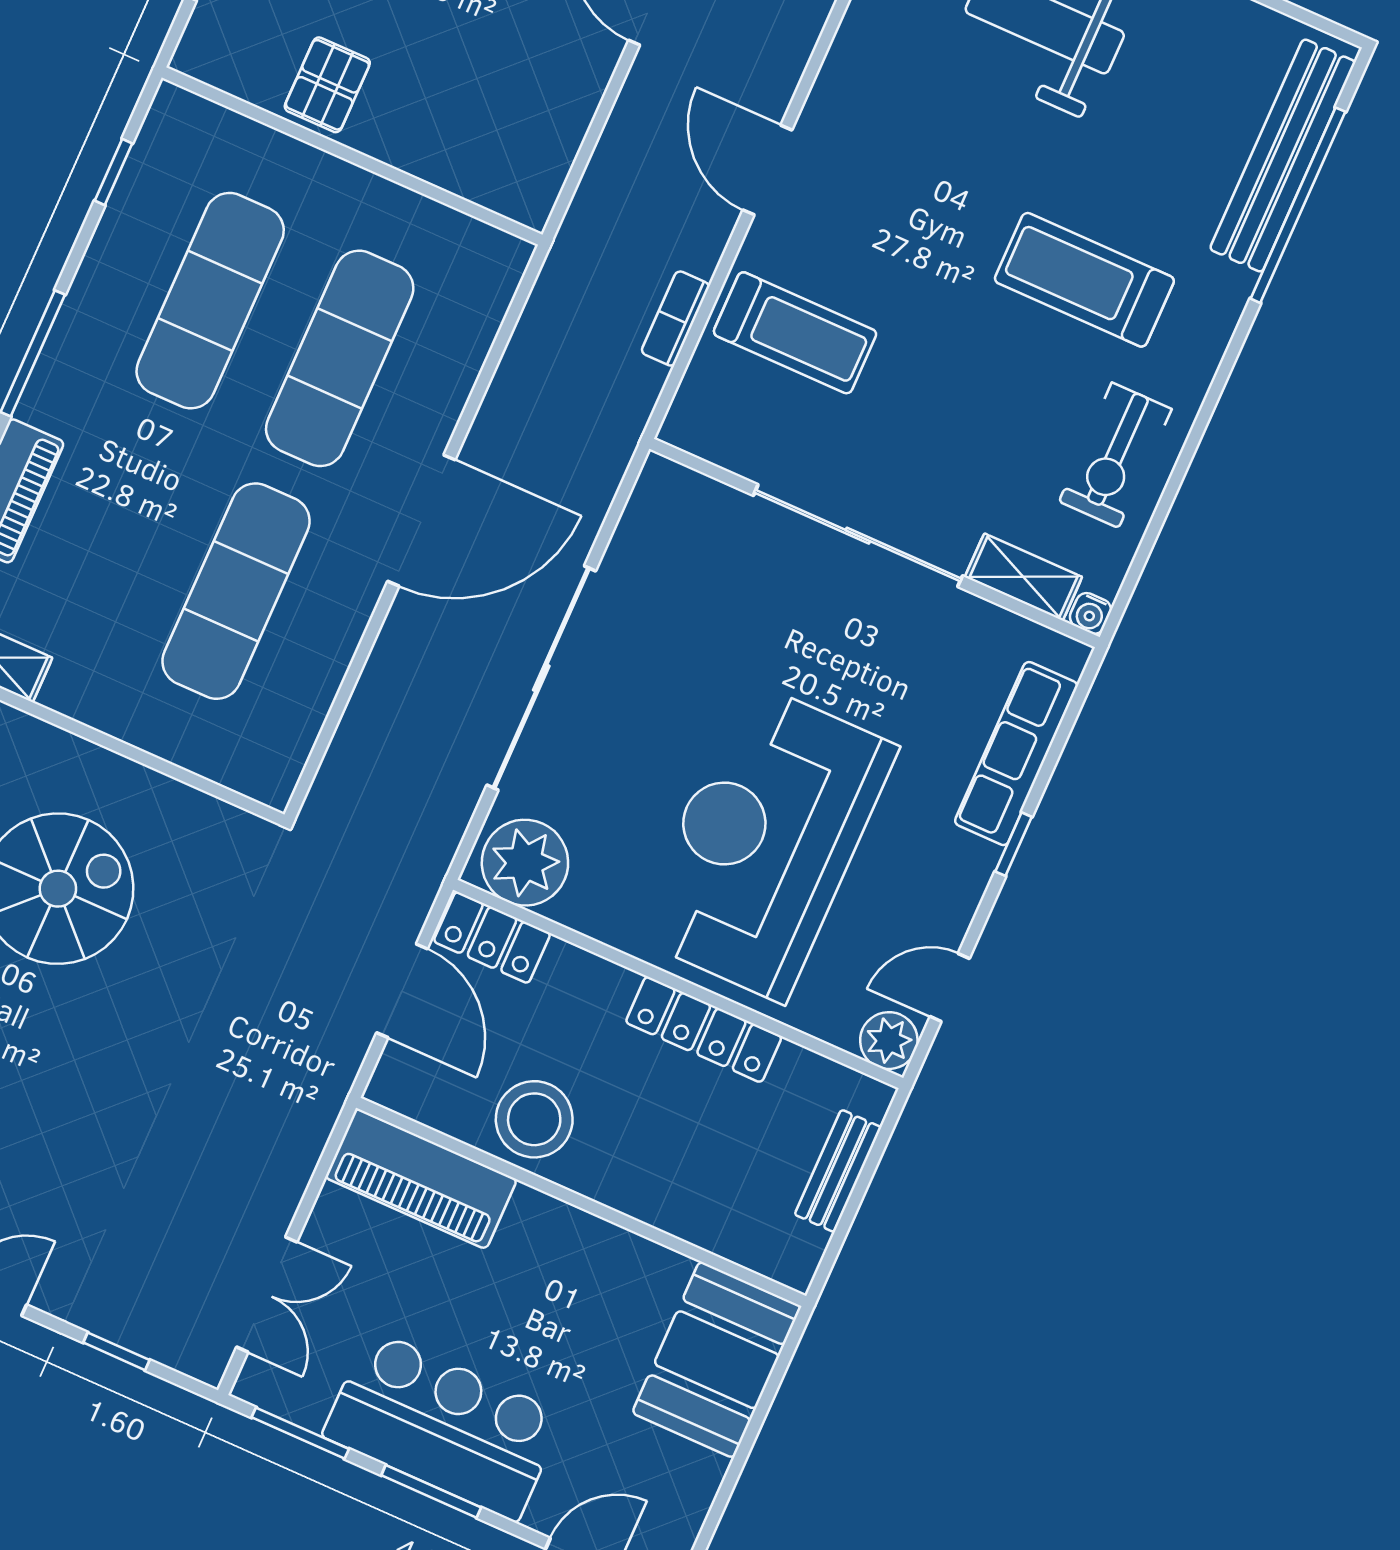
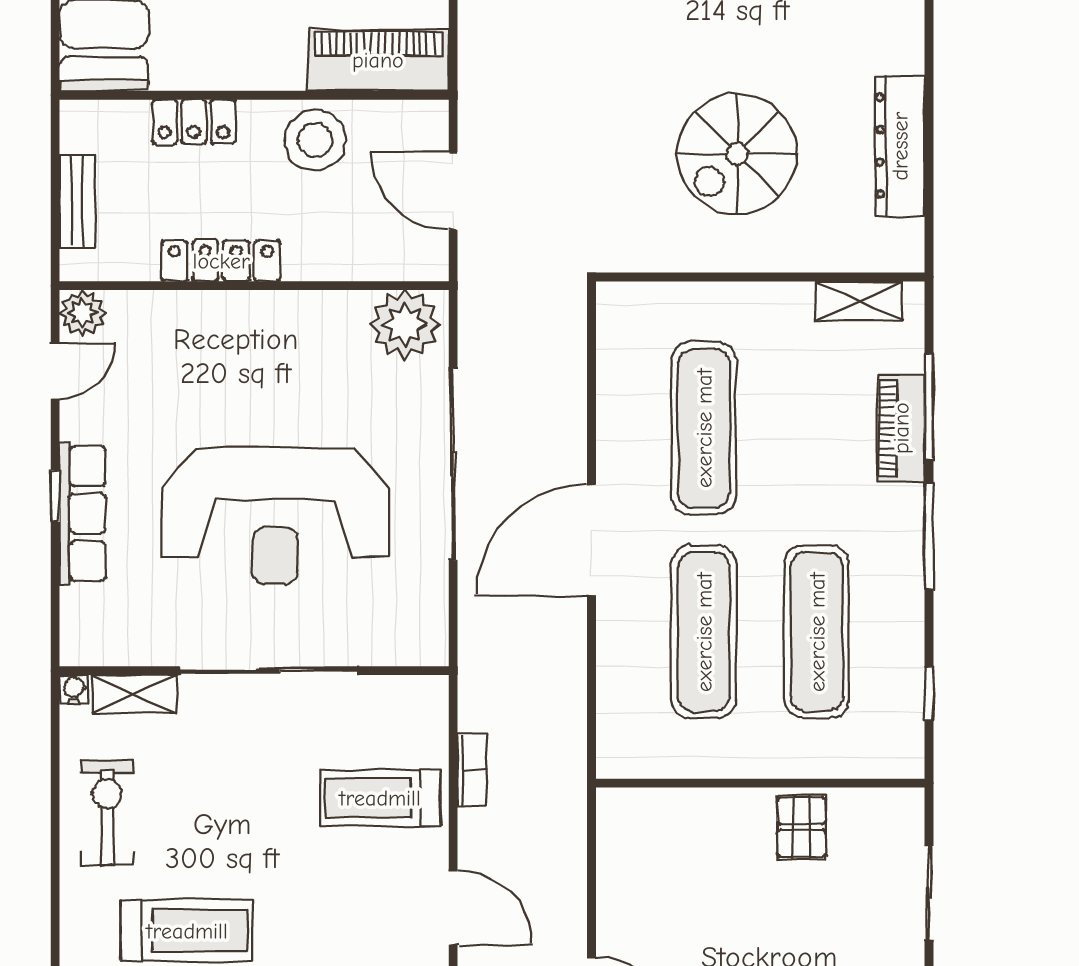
row of seats: (1016, 754) -> (83, 513), moved
reception desk: (765, 842) -> (275, 516), moved, turned 90
locker: (492, 937) -> (194, 122), moved, turned 180

